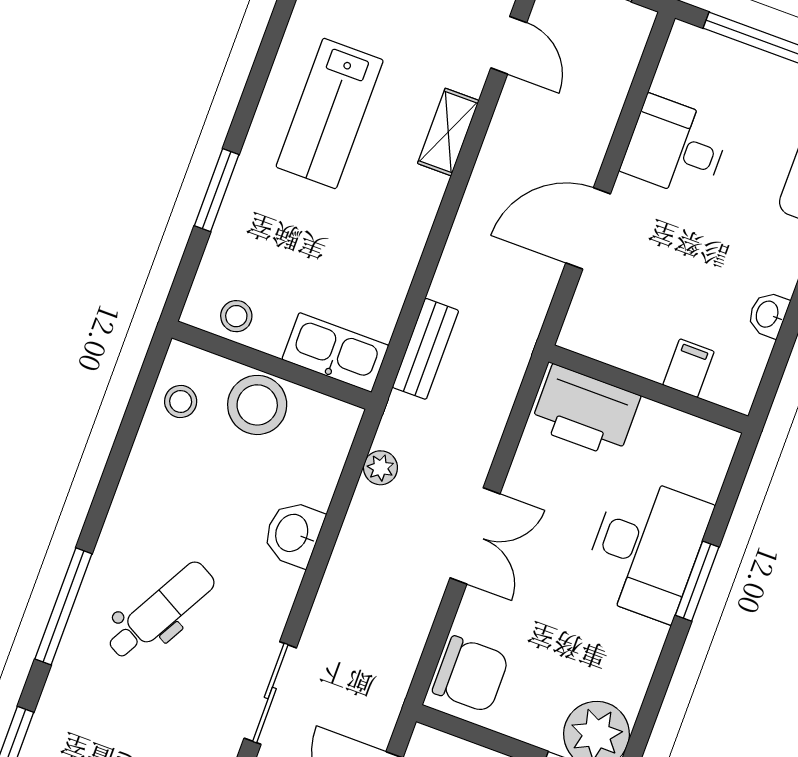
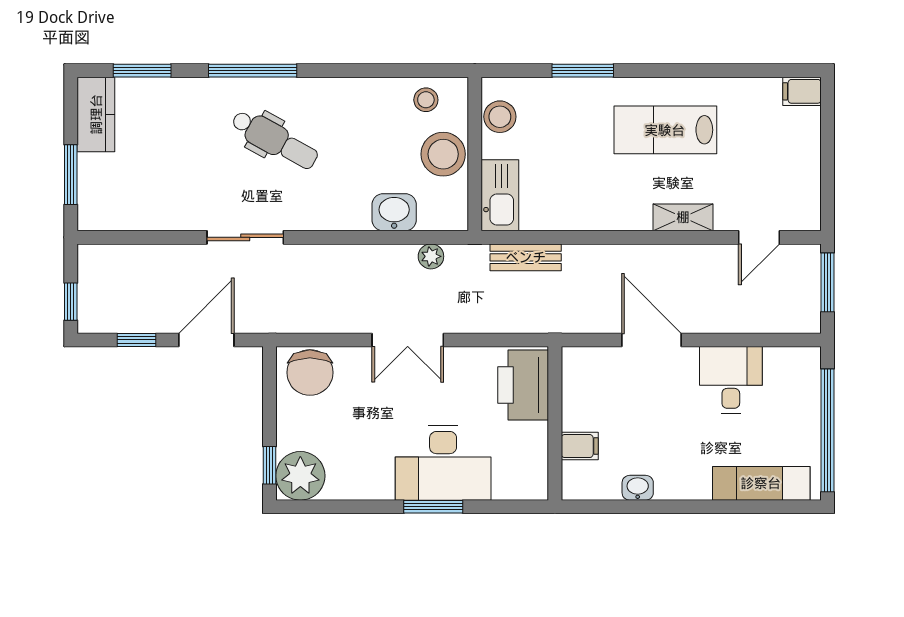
stool: (236, 316) -> (500, 117), width x1.37, depth x1.37
washbasin: (293, 533) -> (394, 212), moved

